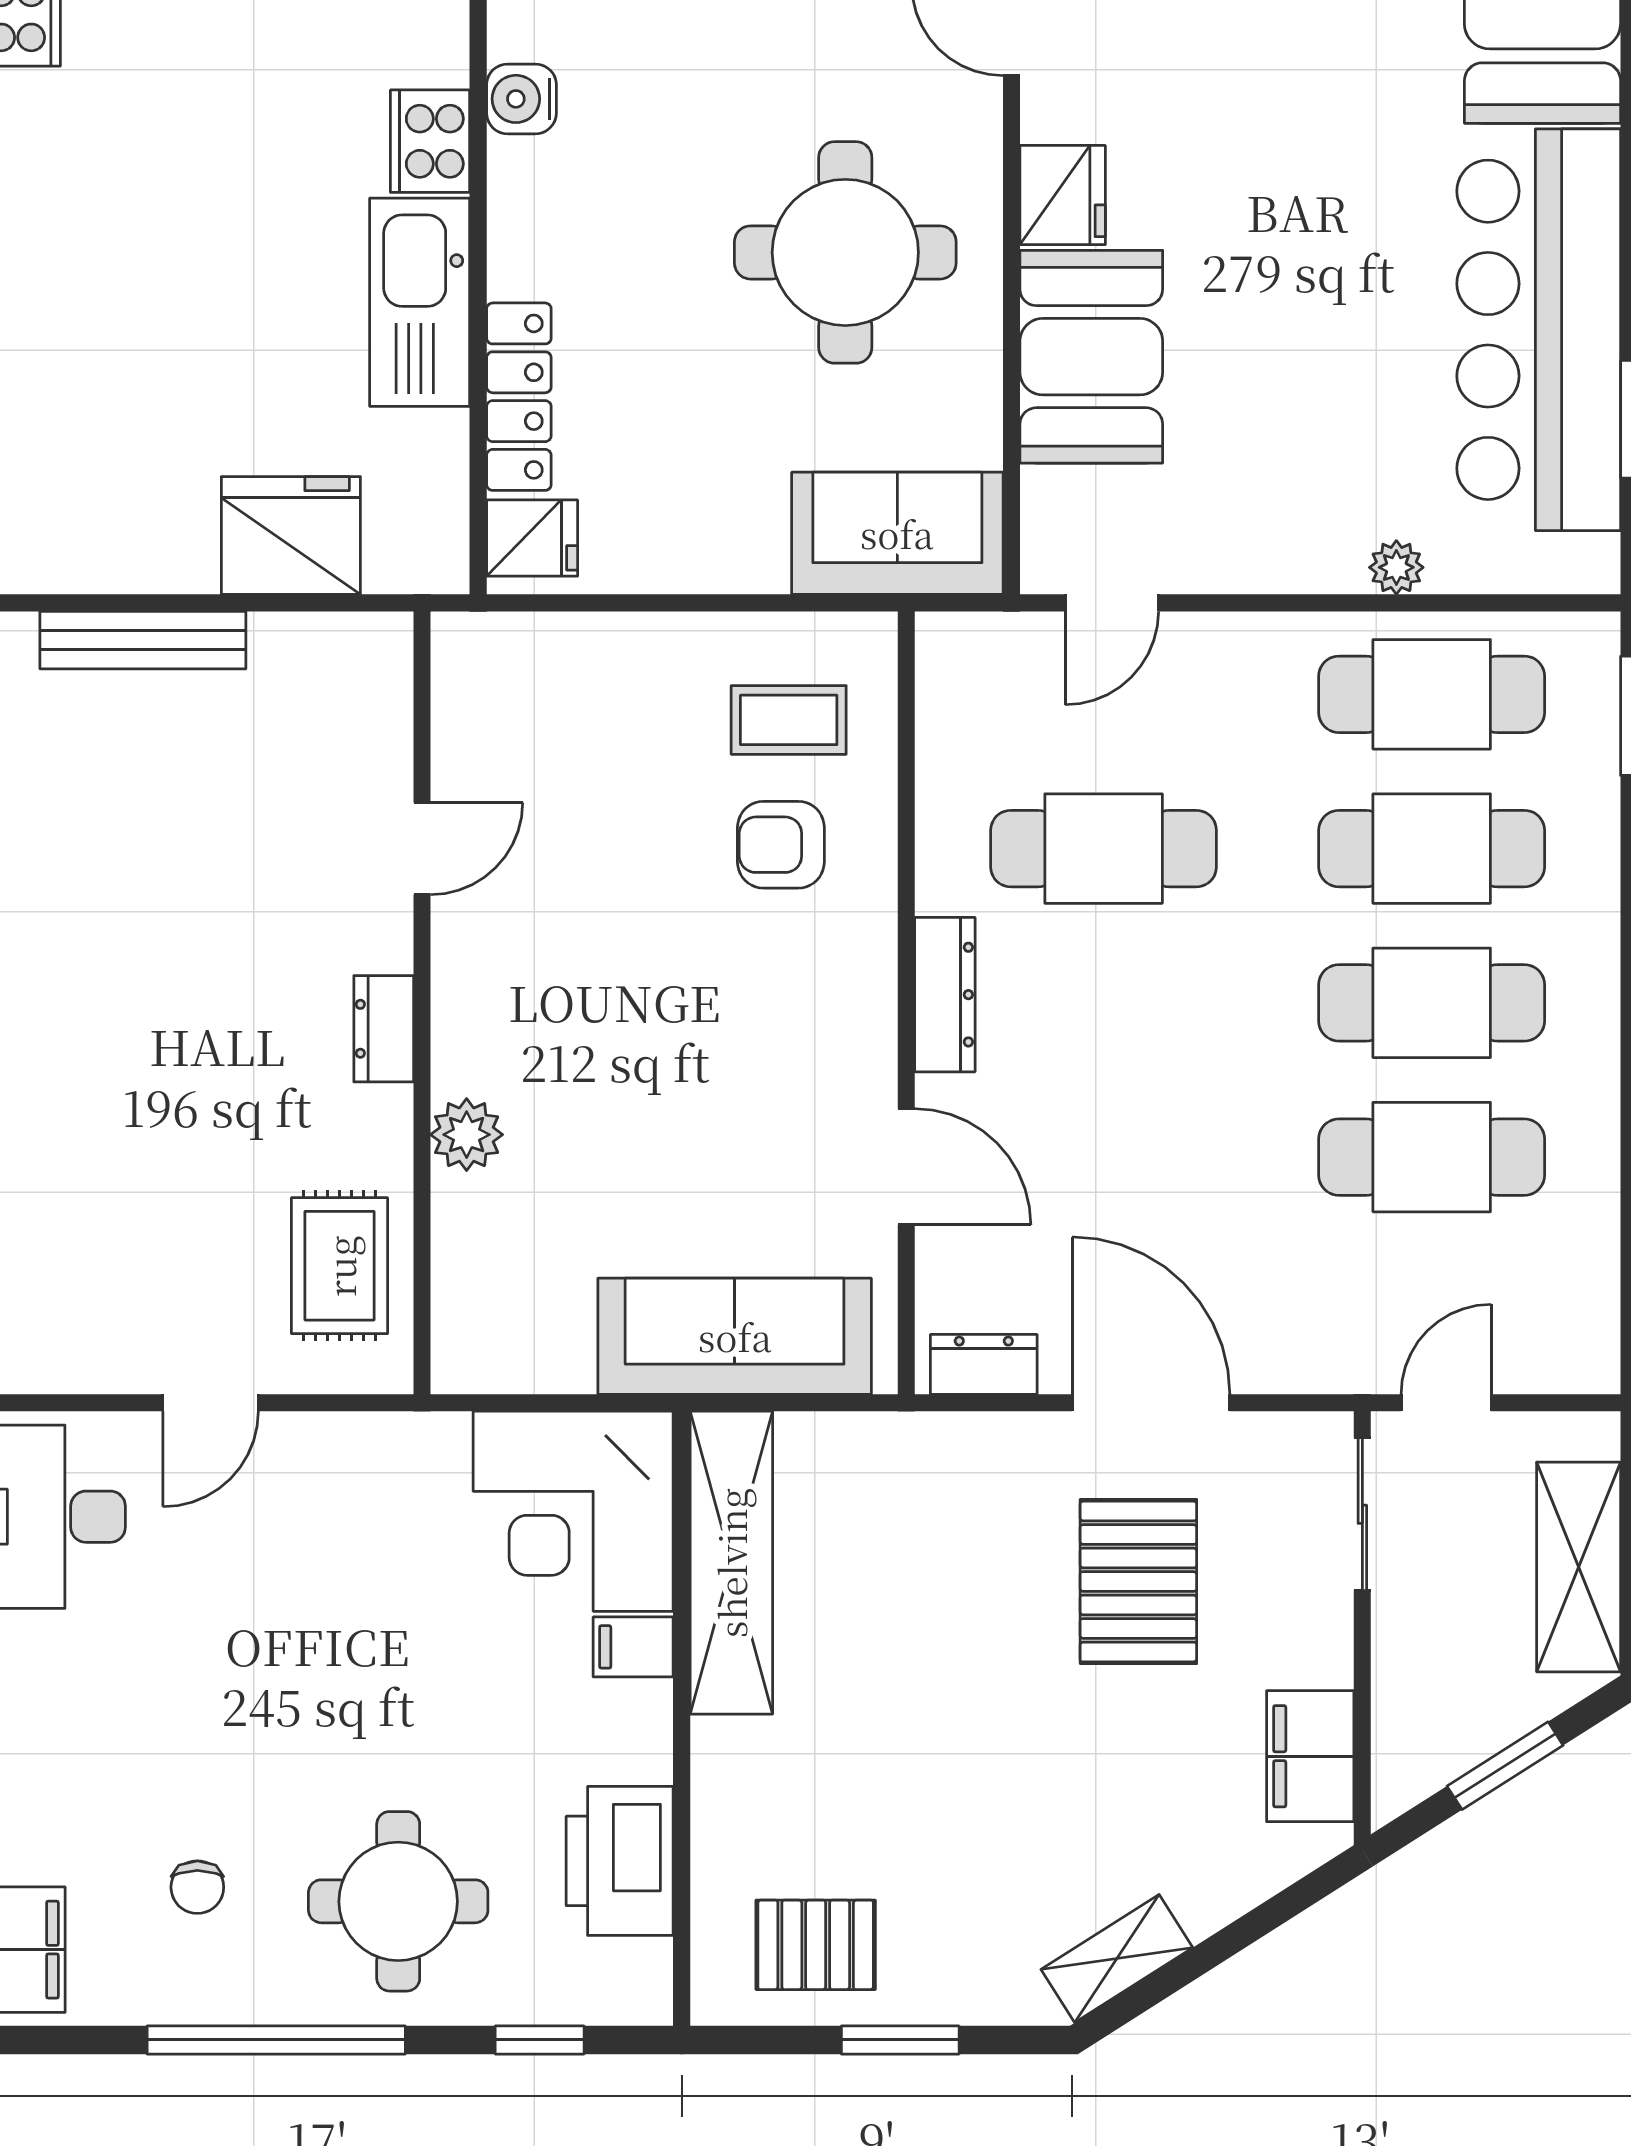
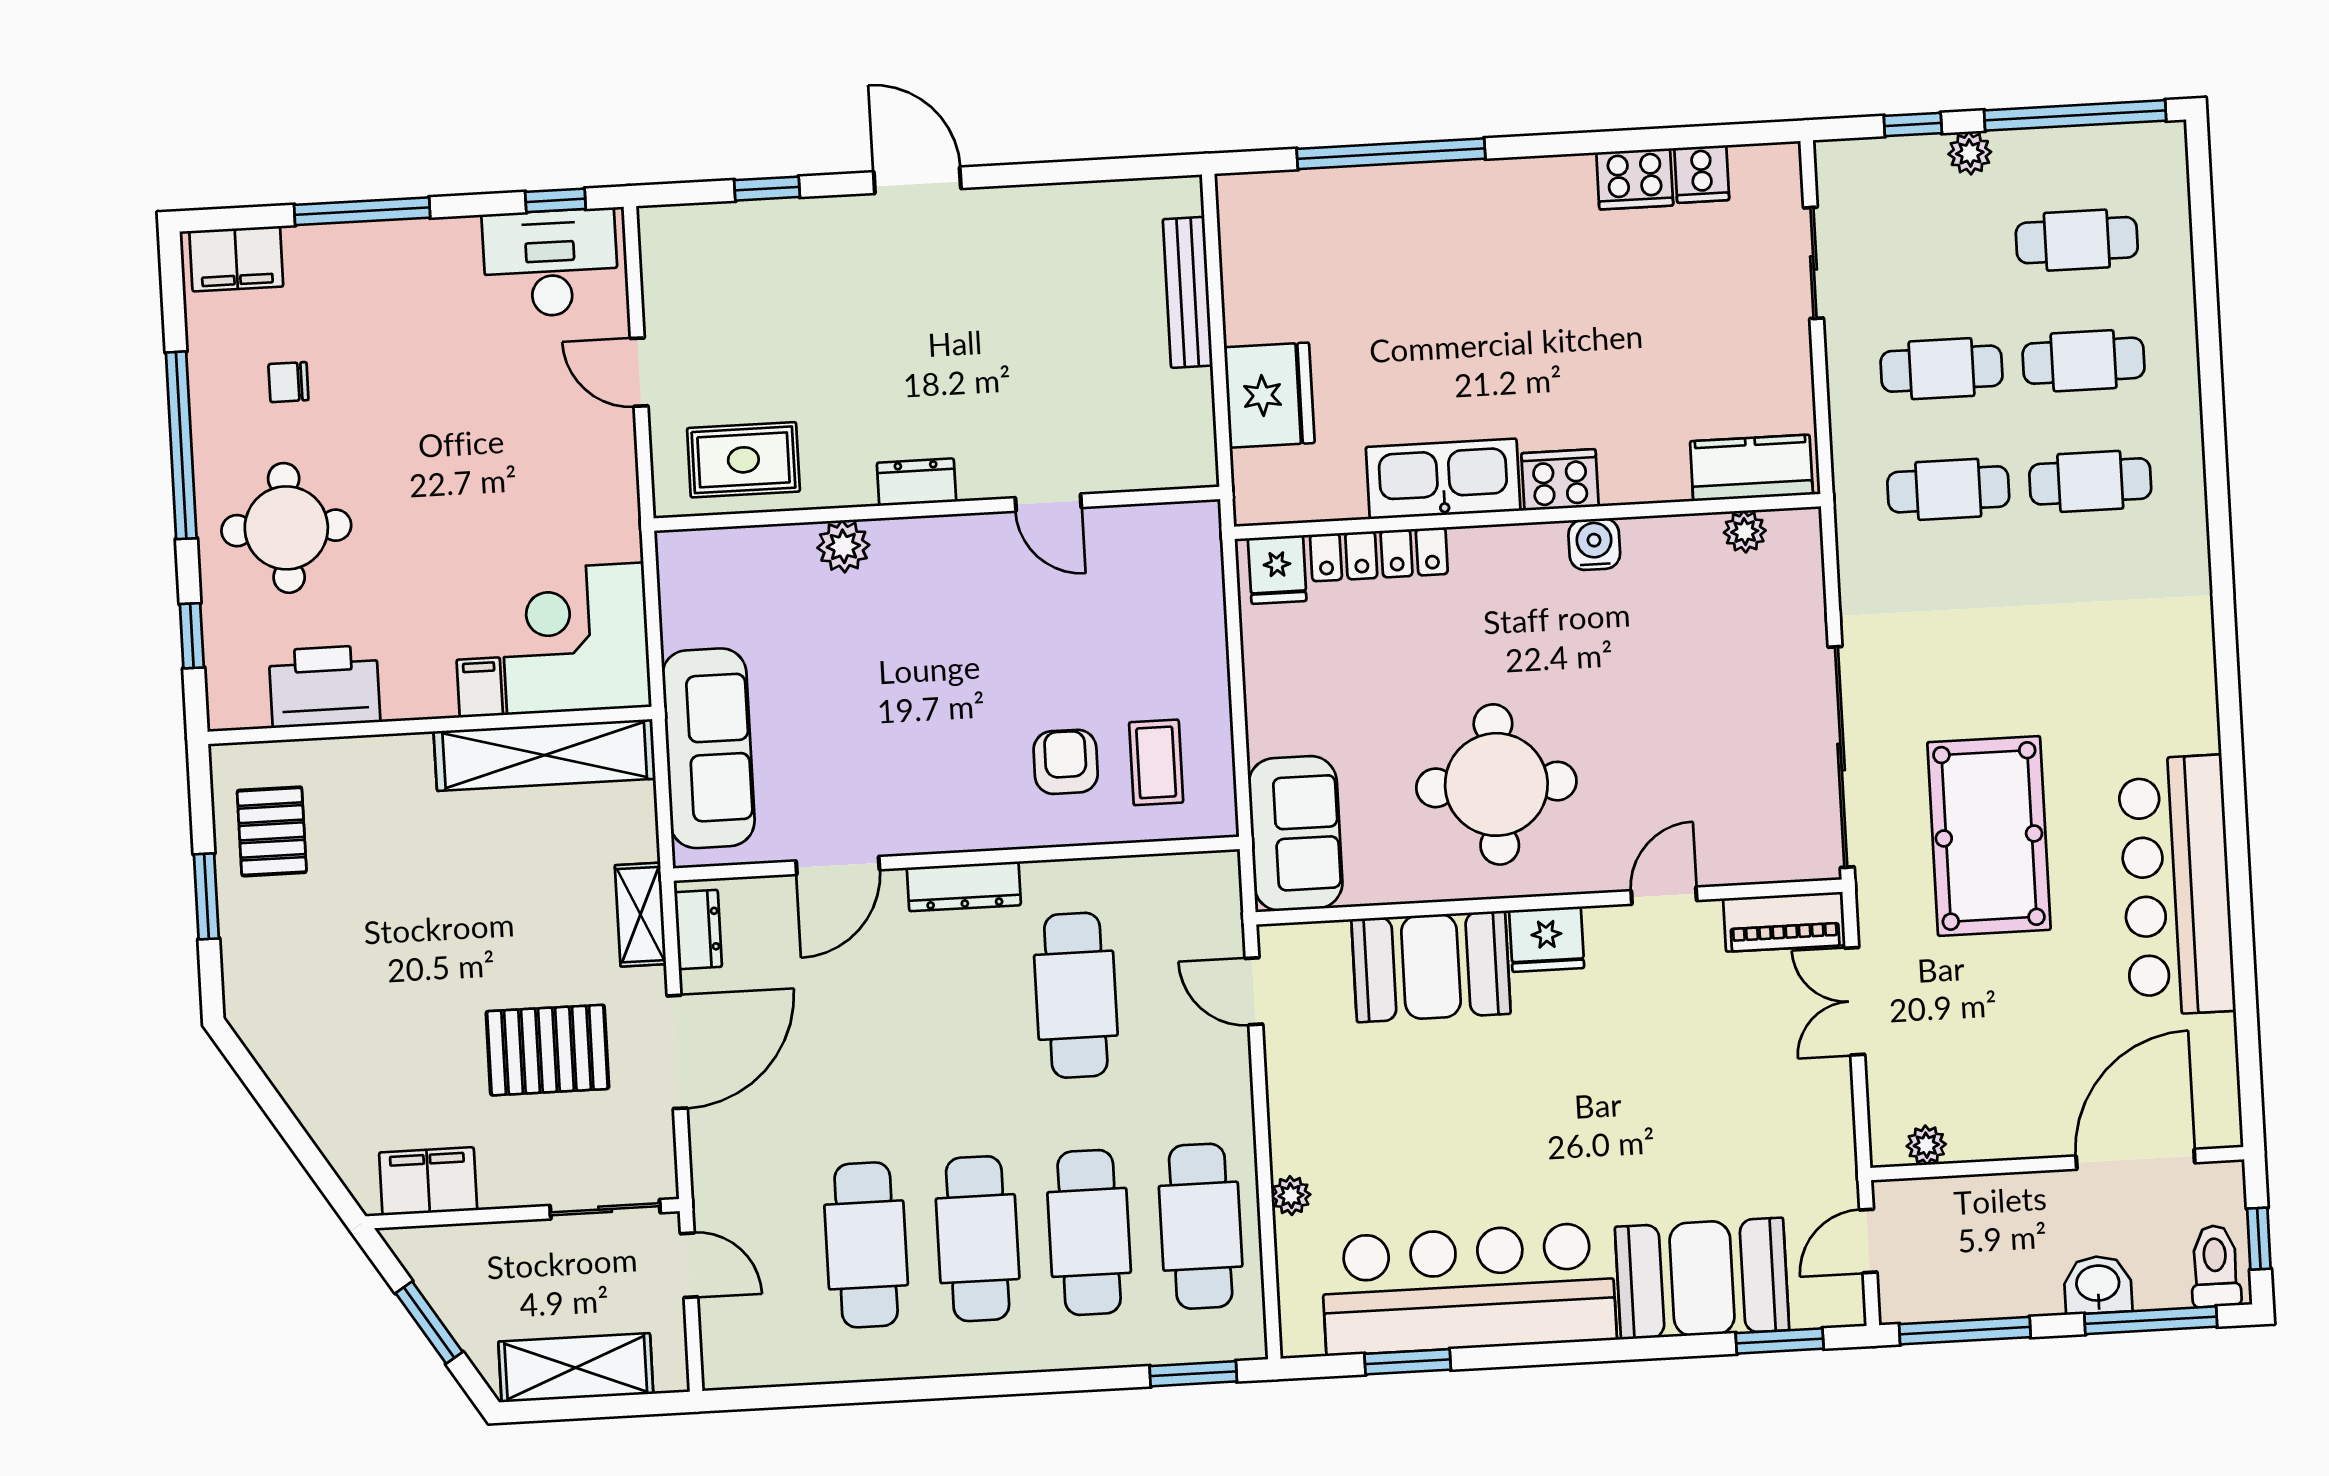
shelving: (1117, 1958) -> (640, 915), moved, turned 32

